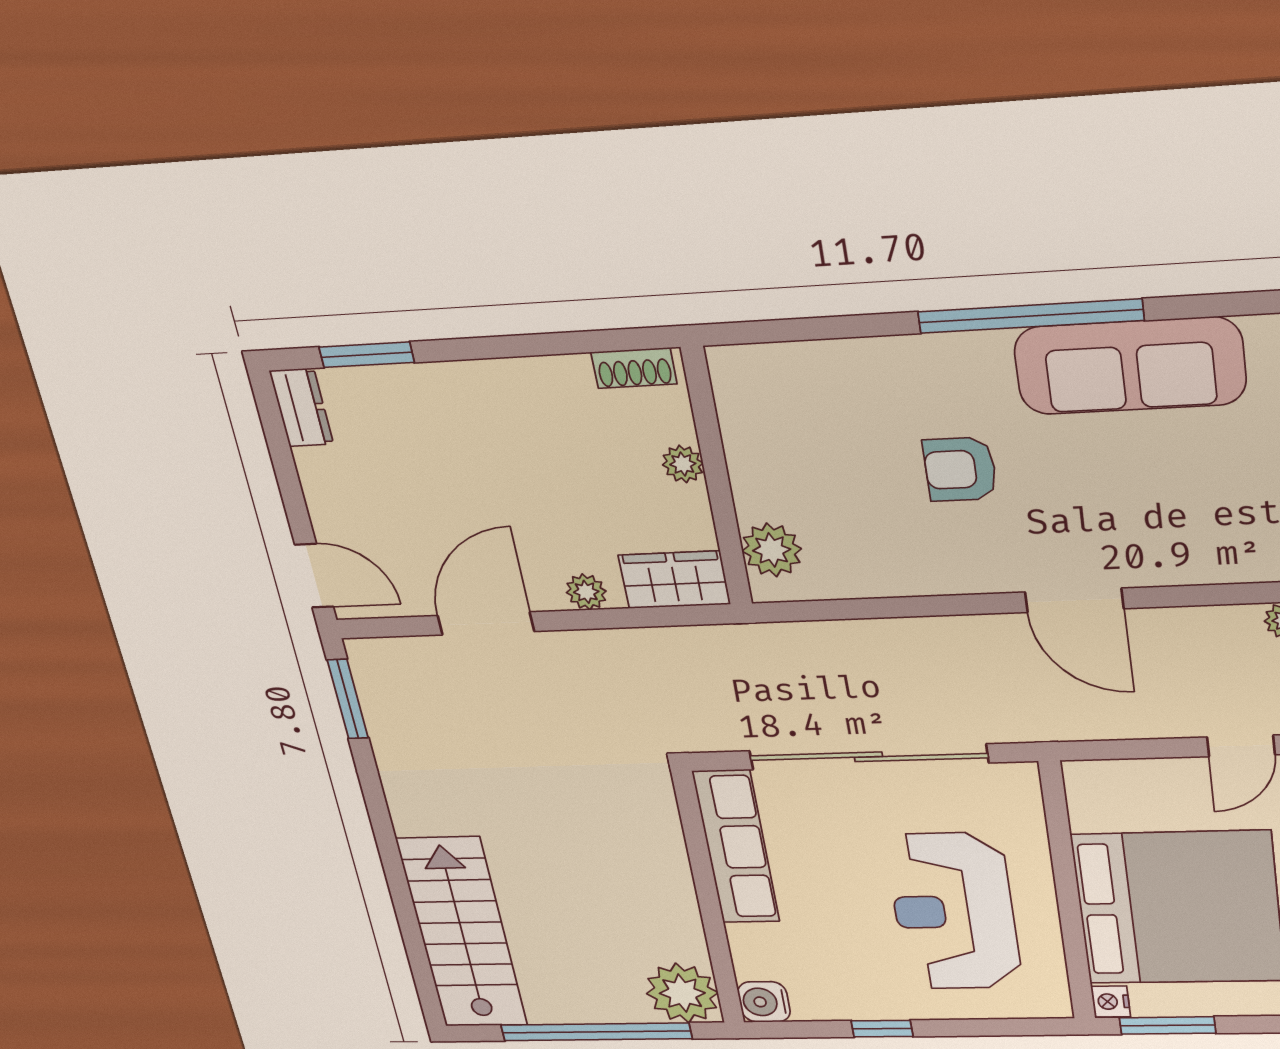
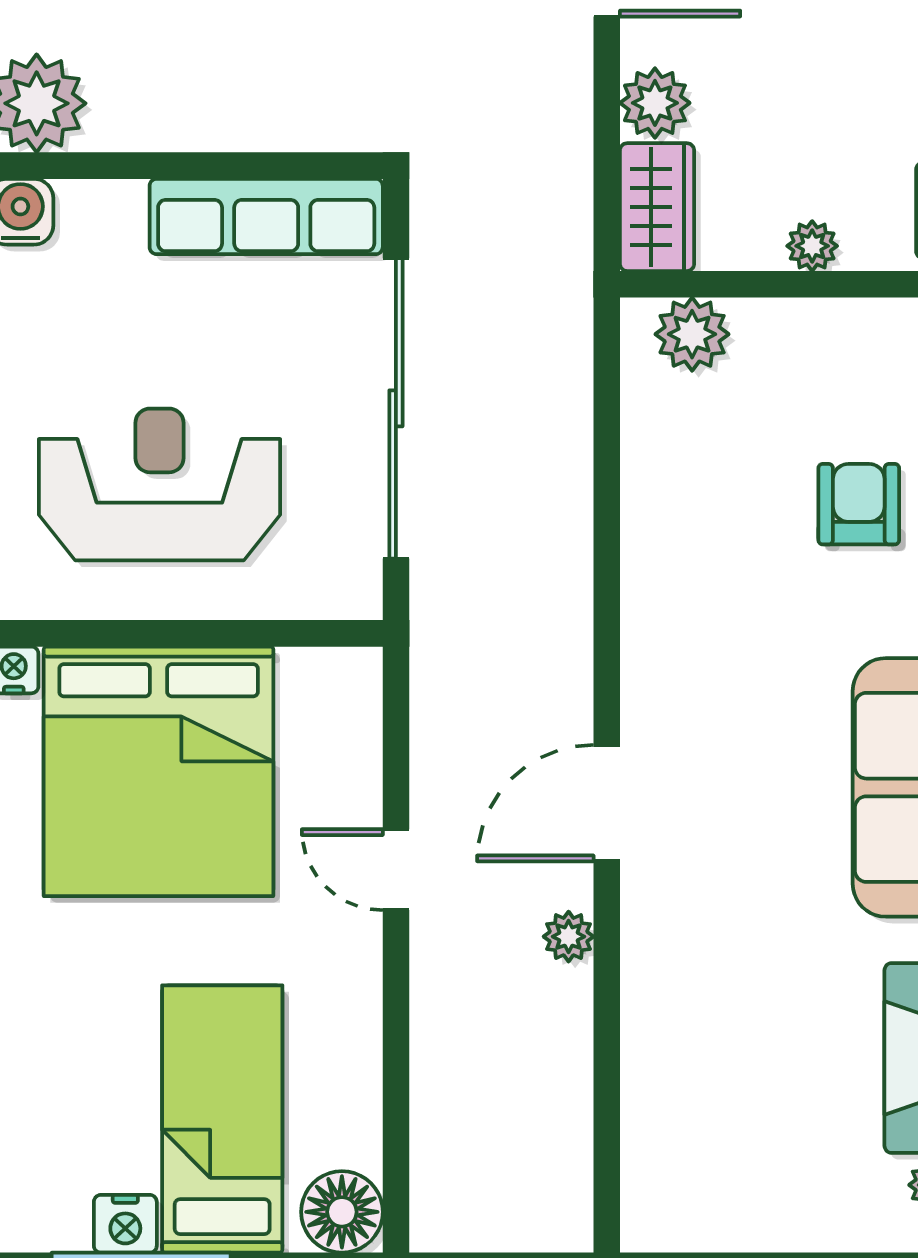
armchair: (960, 469) -> (859, 504), moved
plant: (586, 592) -> (655, 103), width x1.38, depth x1.38
door: (1074, 600) -> (607, 803), moved

